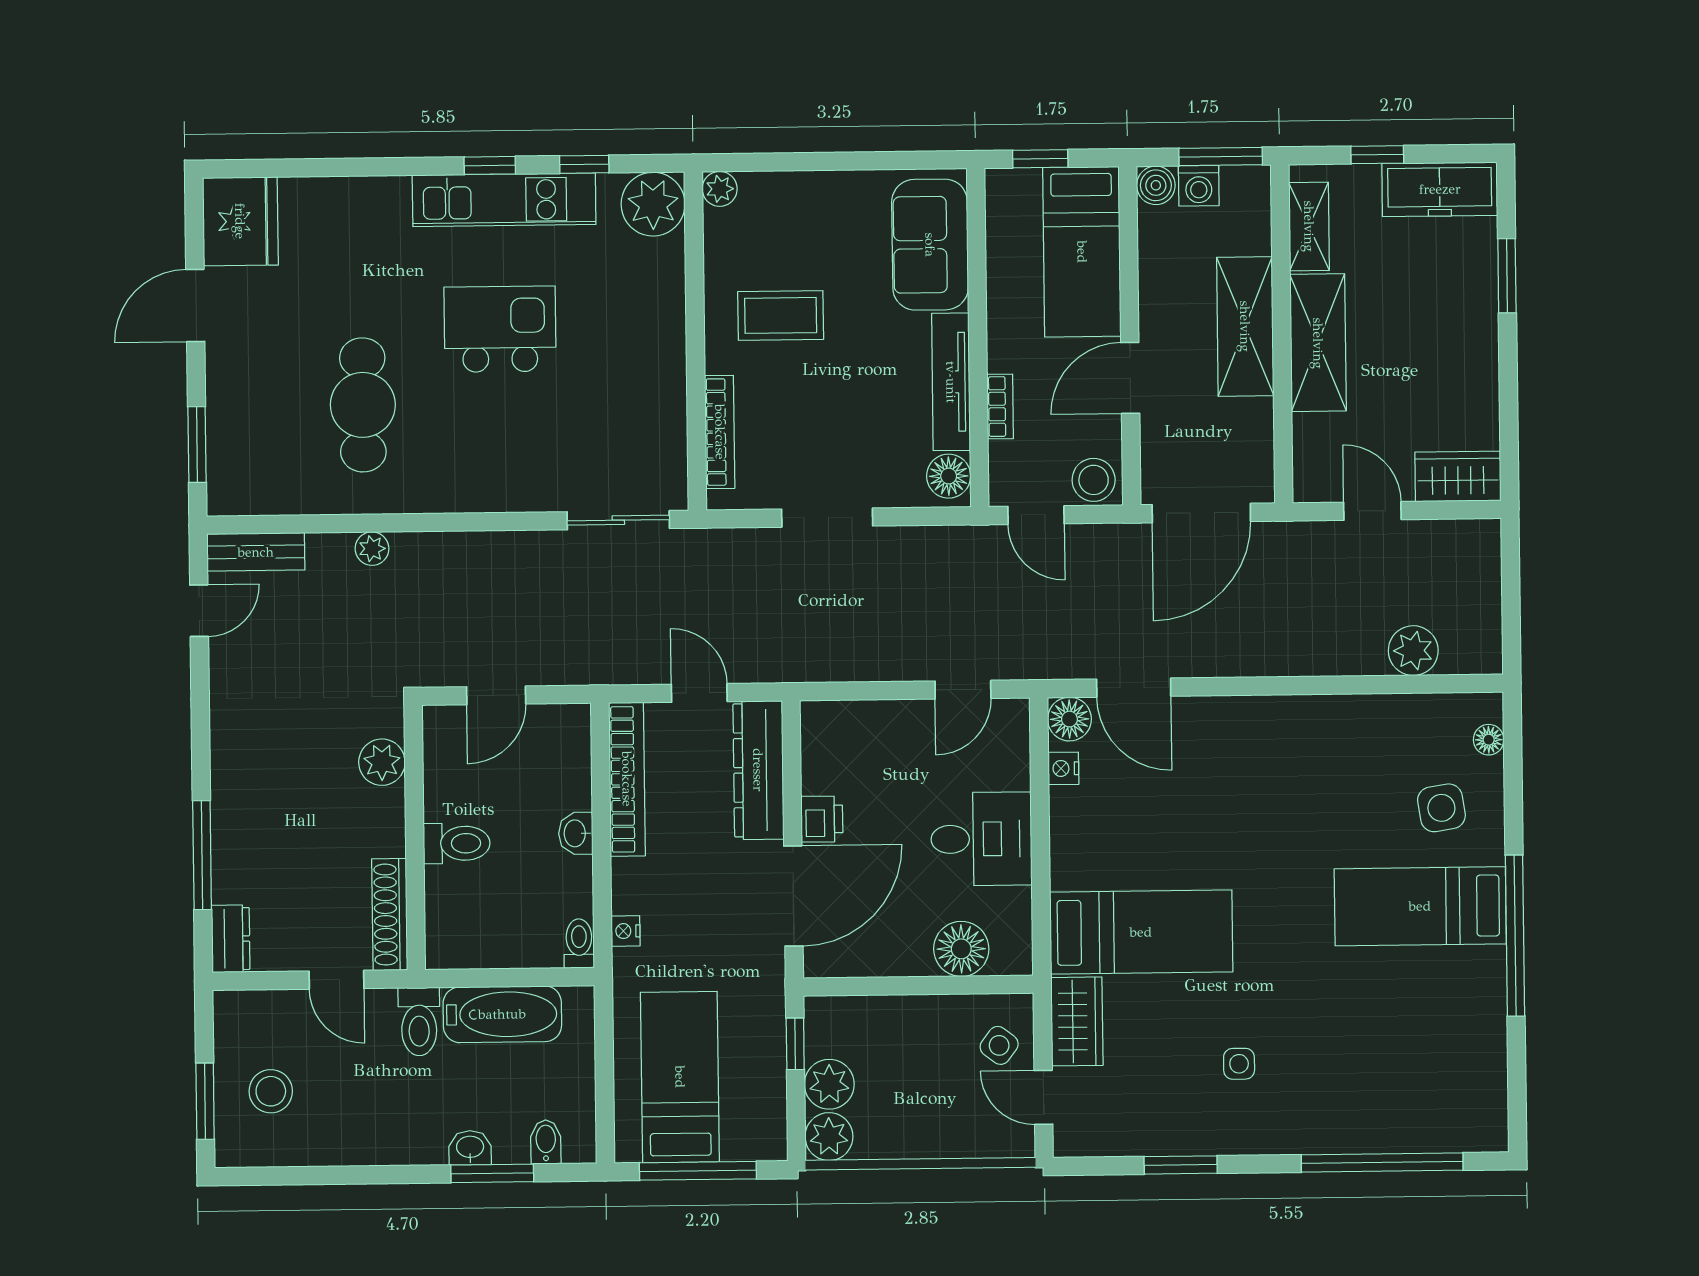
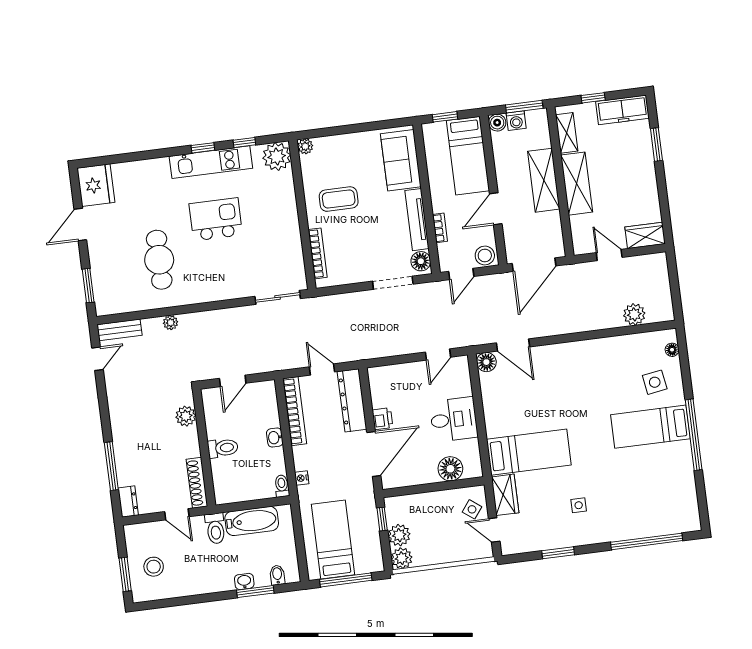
door: (1036, 515) -> (461, 274), hinge flipped
doorway: (827, 518) -> (393, 283), moved
nightstand: (1063, 768) -> (486, 384), removed

